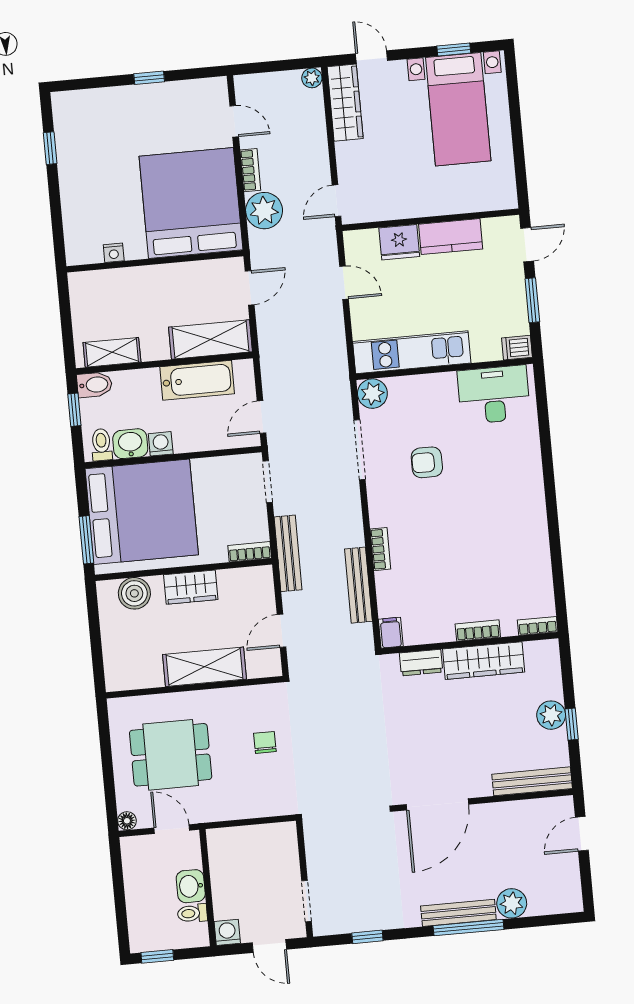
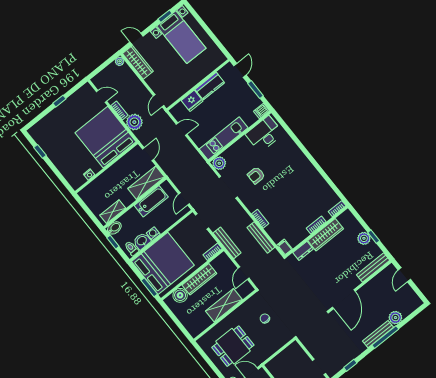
wardrobe: (191, 587) -> (199, 279), width x1.50

